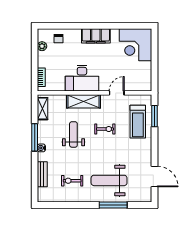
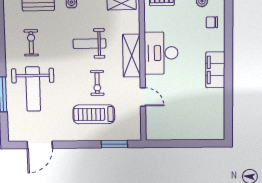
corner desk: (136, 45) -> (204, 120), removed
treadmill: (138, 122) -> (94, 114), moved
weight bench: (73, 134) -> (89, 44), turned 180
weight bench: (109, 180) -> (33, 89), turned 180

